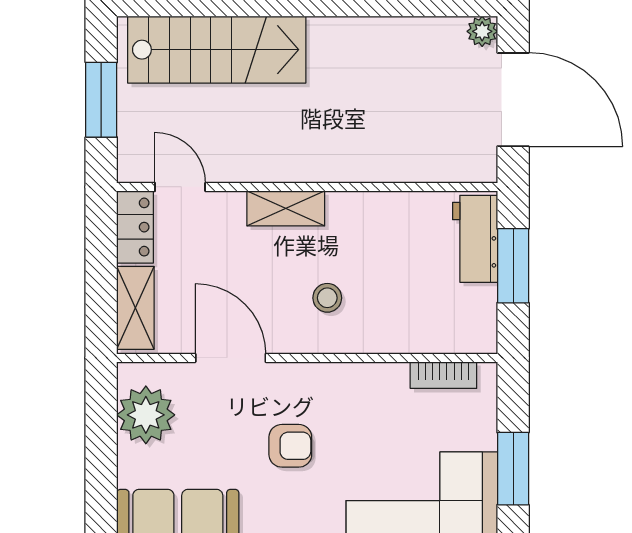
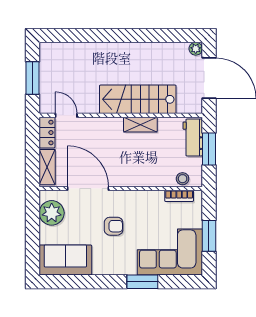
stairs: (217, 50) -> (138, 99), moved, turned 180
shelving: (286, 208) -> (140, 125), moved
stool: (327, 298) -> (183, 179), moved
door: (231, 358) -> (88, 189), width x1.36

